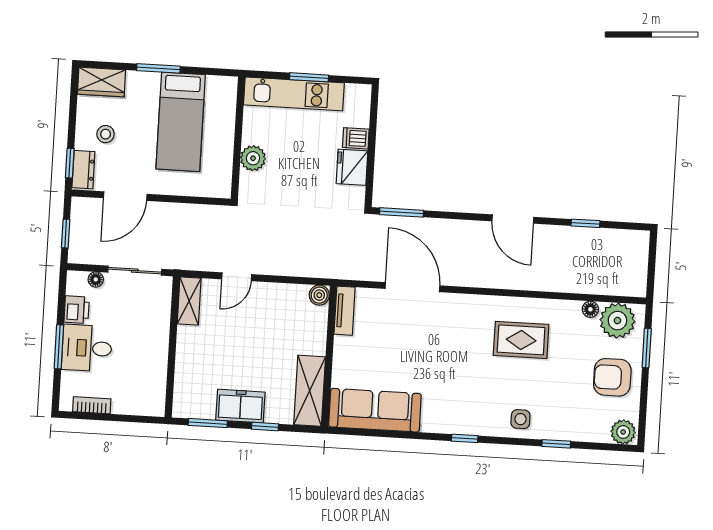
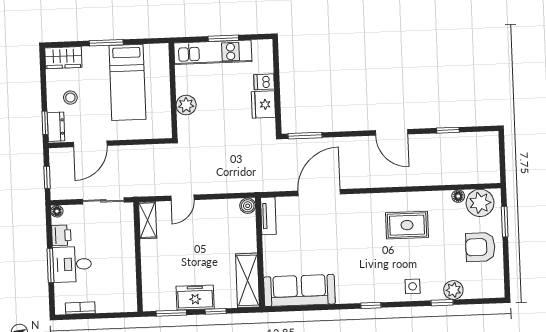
floor lamp: (96, 279) -> (57, 211), moved
door: (412, 287) -> (319, 193), hinge flipped
plant: (623, 432) -> (453, 290), moved

